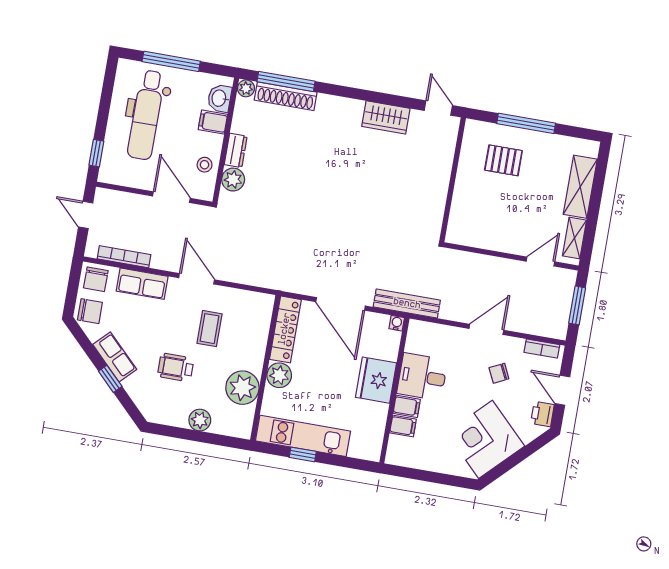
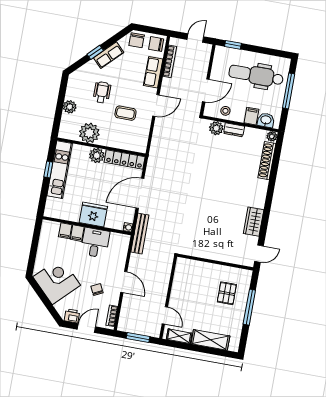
window: (286, 81) -> (276, 161), removed

